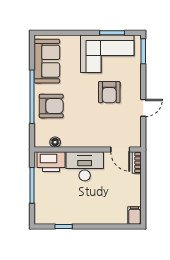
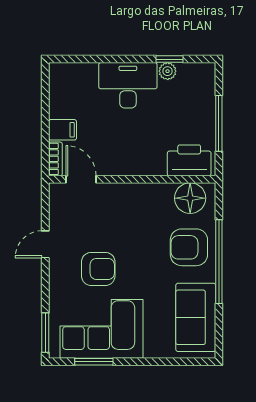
armchair: (109, 92) -> (98, 269), turned 90
floor lamp: (55, 142) -> (190, 198), width x1.89, depth x1.89
desk: (85, 166) -> (128, 85), moved, turned 180
filing cabinet: (134, 216) -> (62, 130), moved, turned -90
plant: (65, 219) -> (168, 71), added

